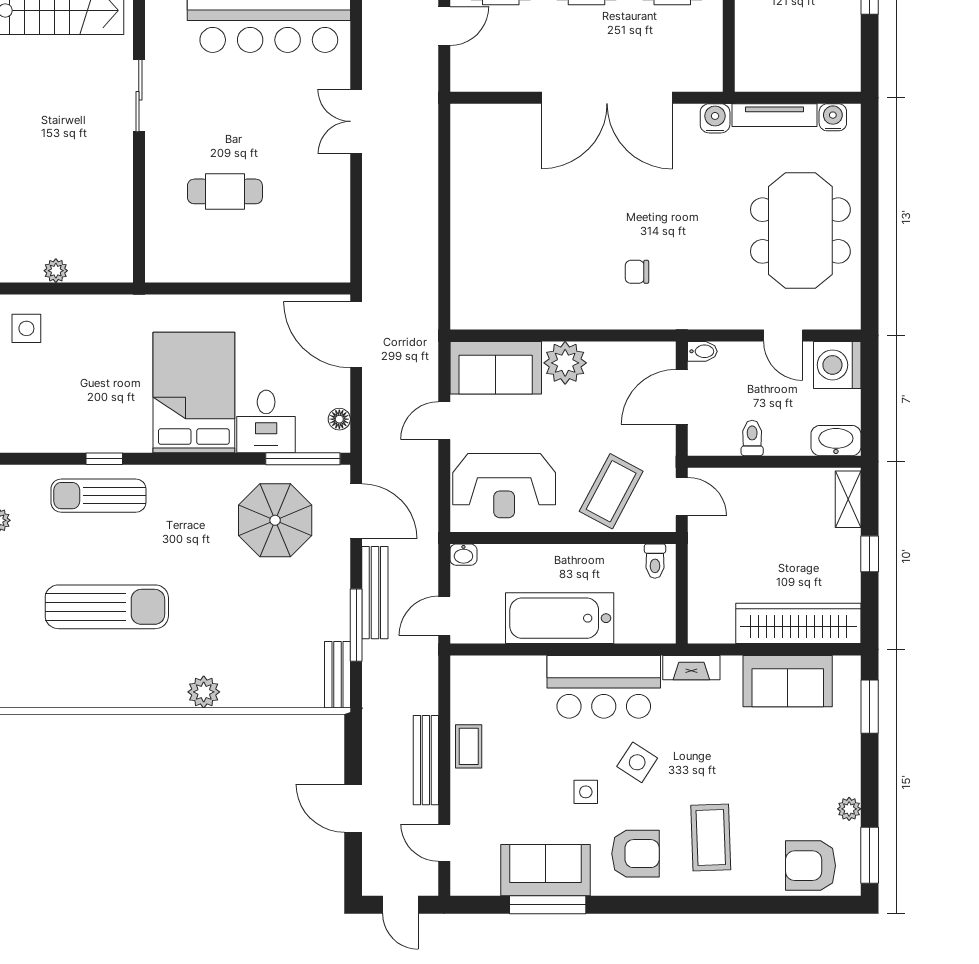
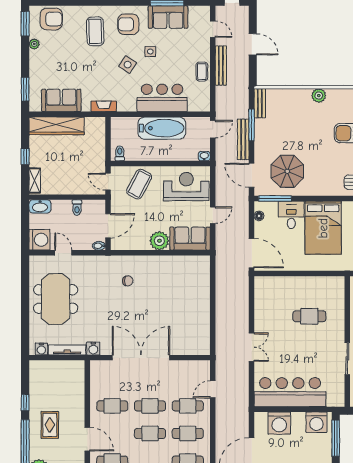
bar counter: (604, 687) -> (162, 98), moved

